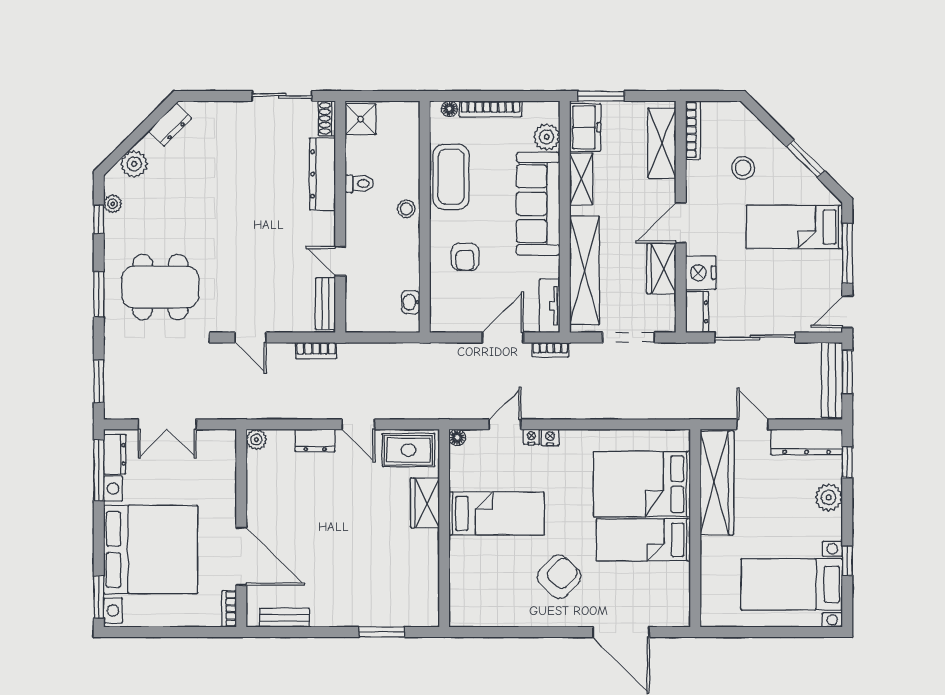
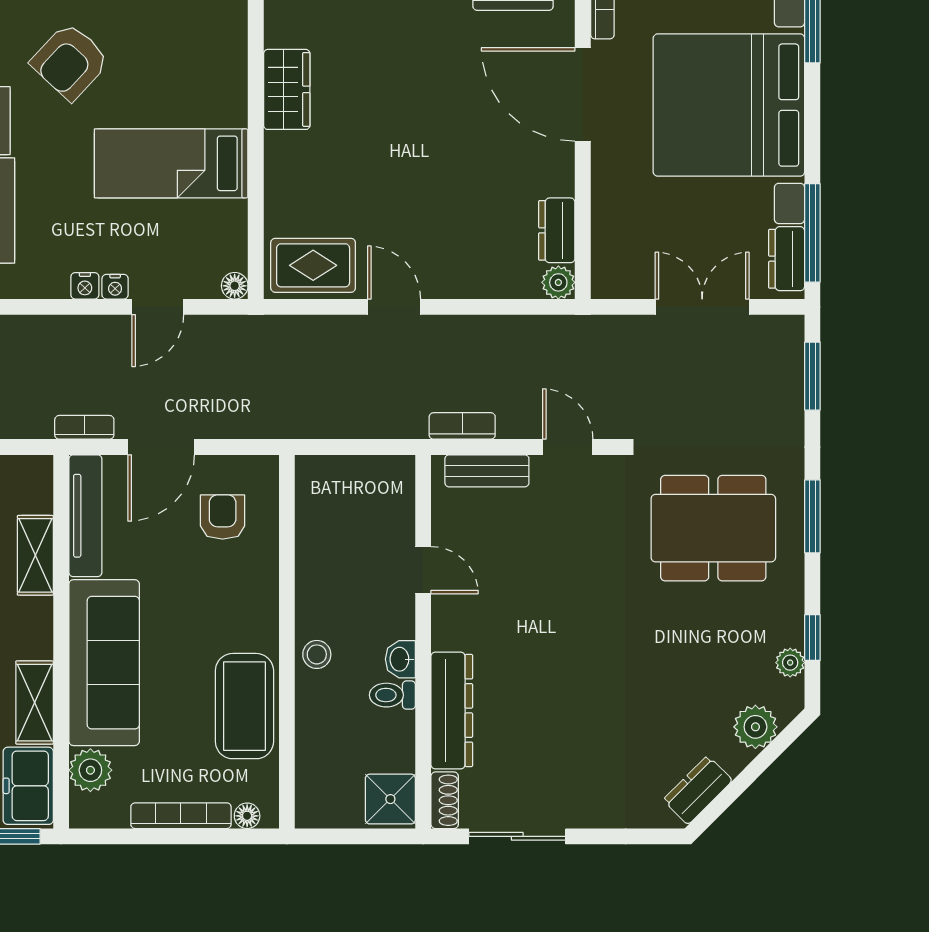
armchair: (465, 257) -> (223, 517), moved
shelving: (584, 270) -> (35, 555), width x0.45, depth x0.75
washbasin: (411, 302) -> (400, 659), moved, turned 180
bench: (325, 304) -> (487, 471), moved, turned 90
tv unit: (550, 306) -> (85, 516), width x1.41
dresser: (315, 440) -> (557, 230), moved, turned -90
wardrobe: (425, 503) -> (287, 89), moved

